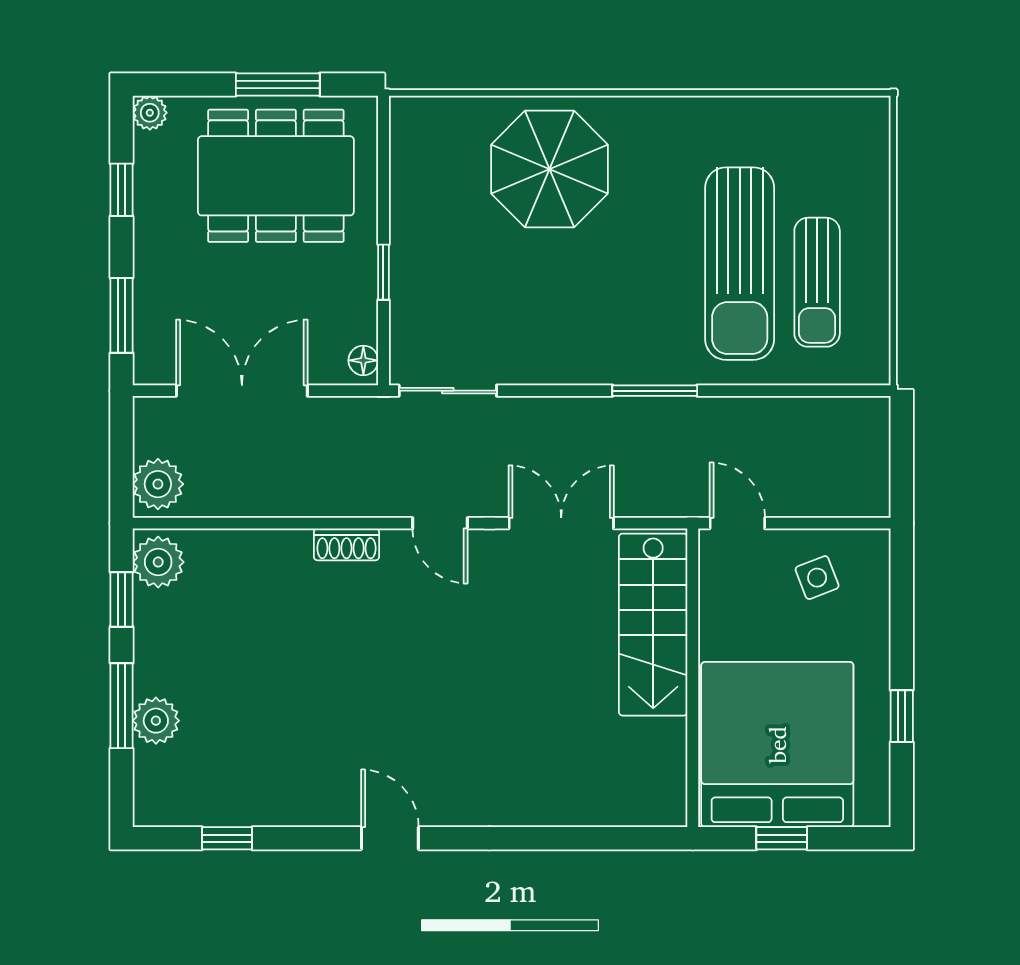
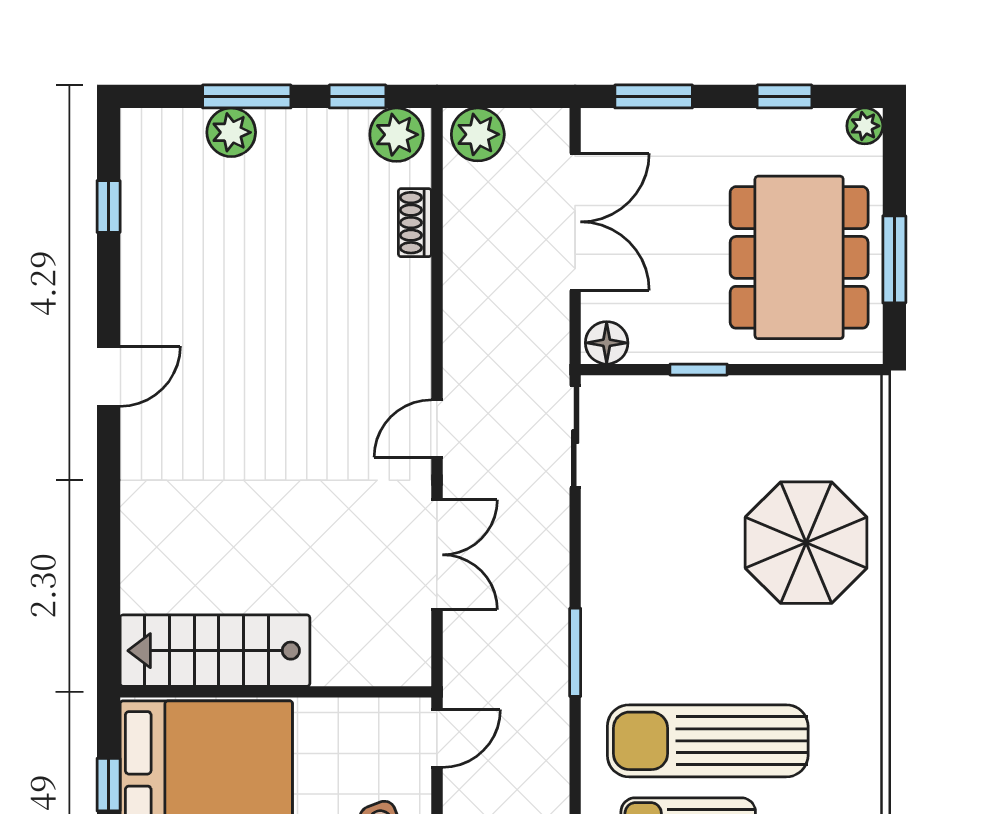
floor lamp: (363, 360) -> (607, 343), width x1.37, depth x1.37
shoe rack: (346, 544) -> (415, 223), moved
stairs: (653, 625) -> (215, 651), moved

